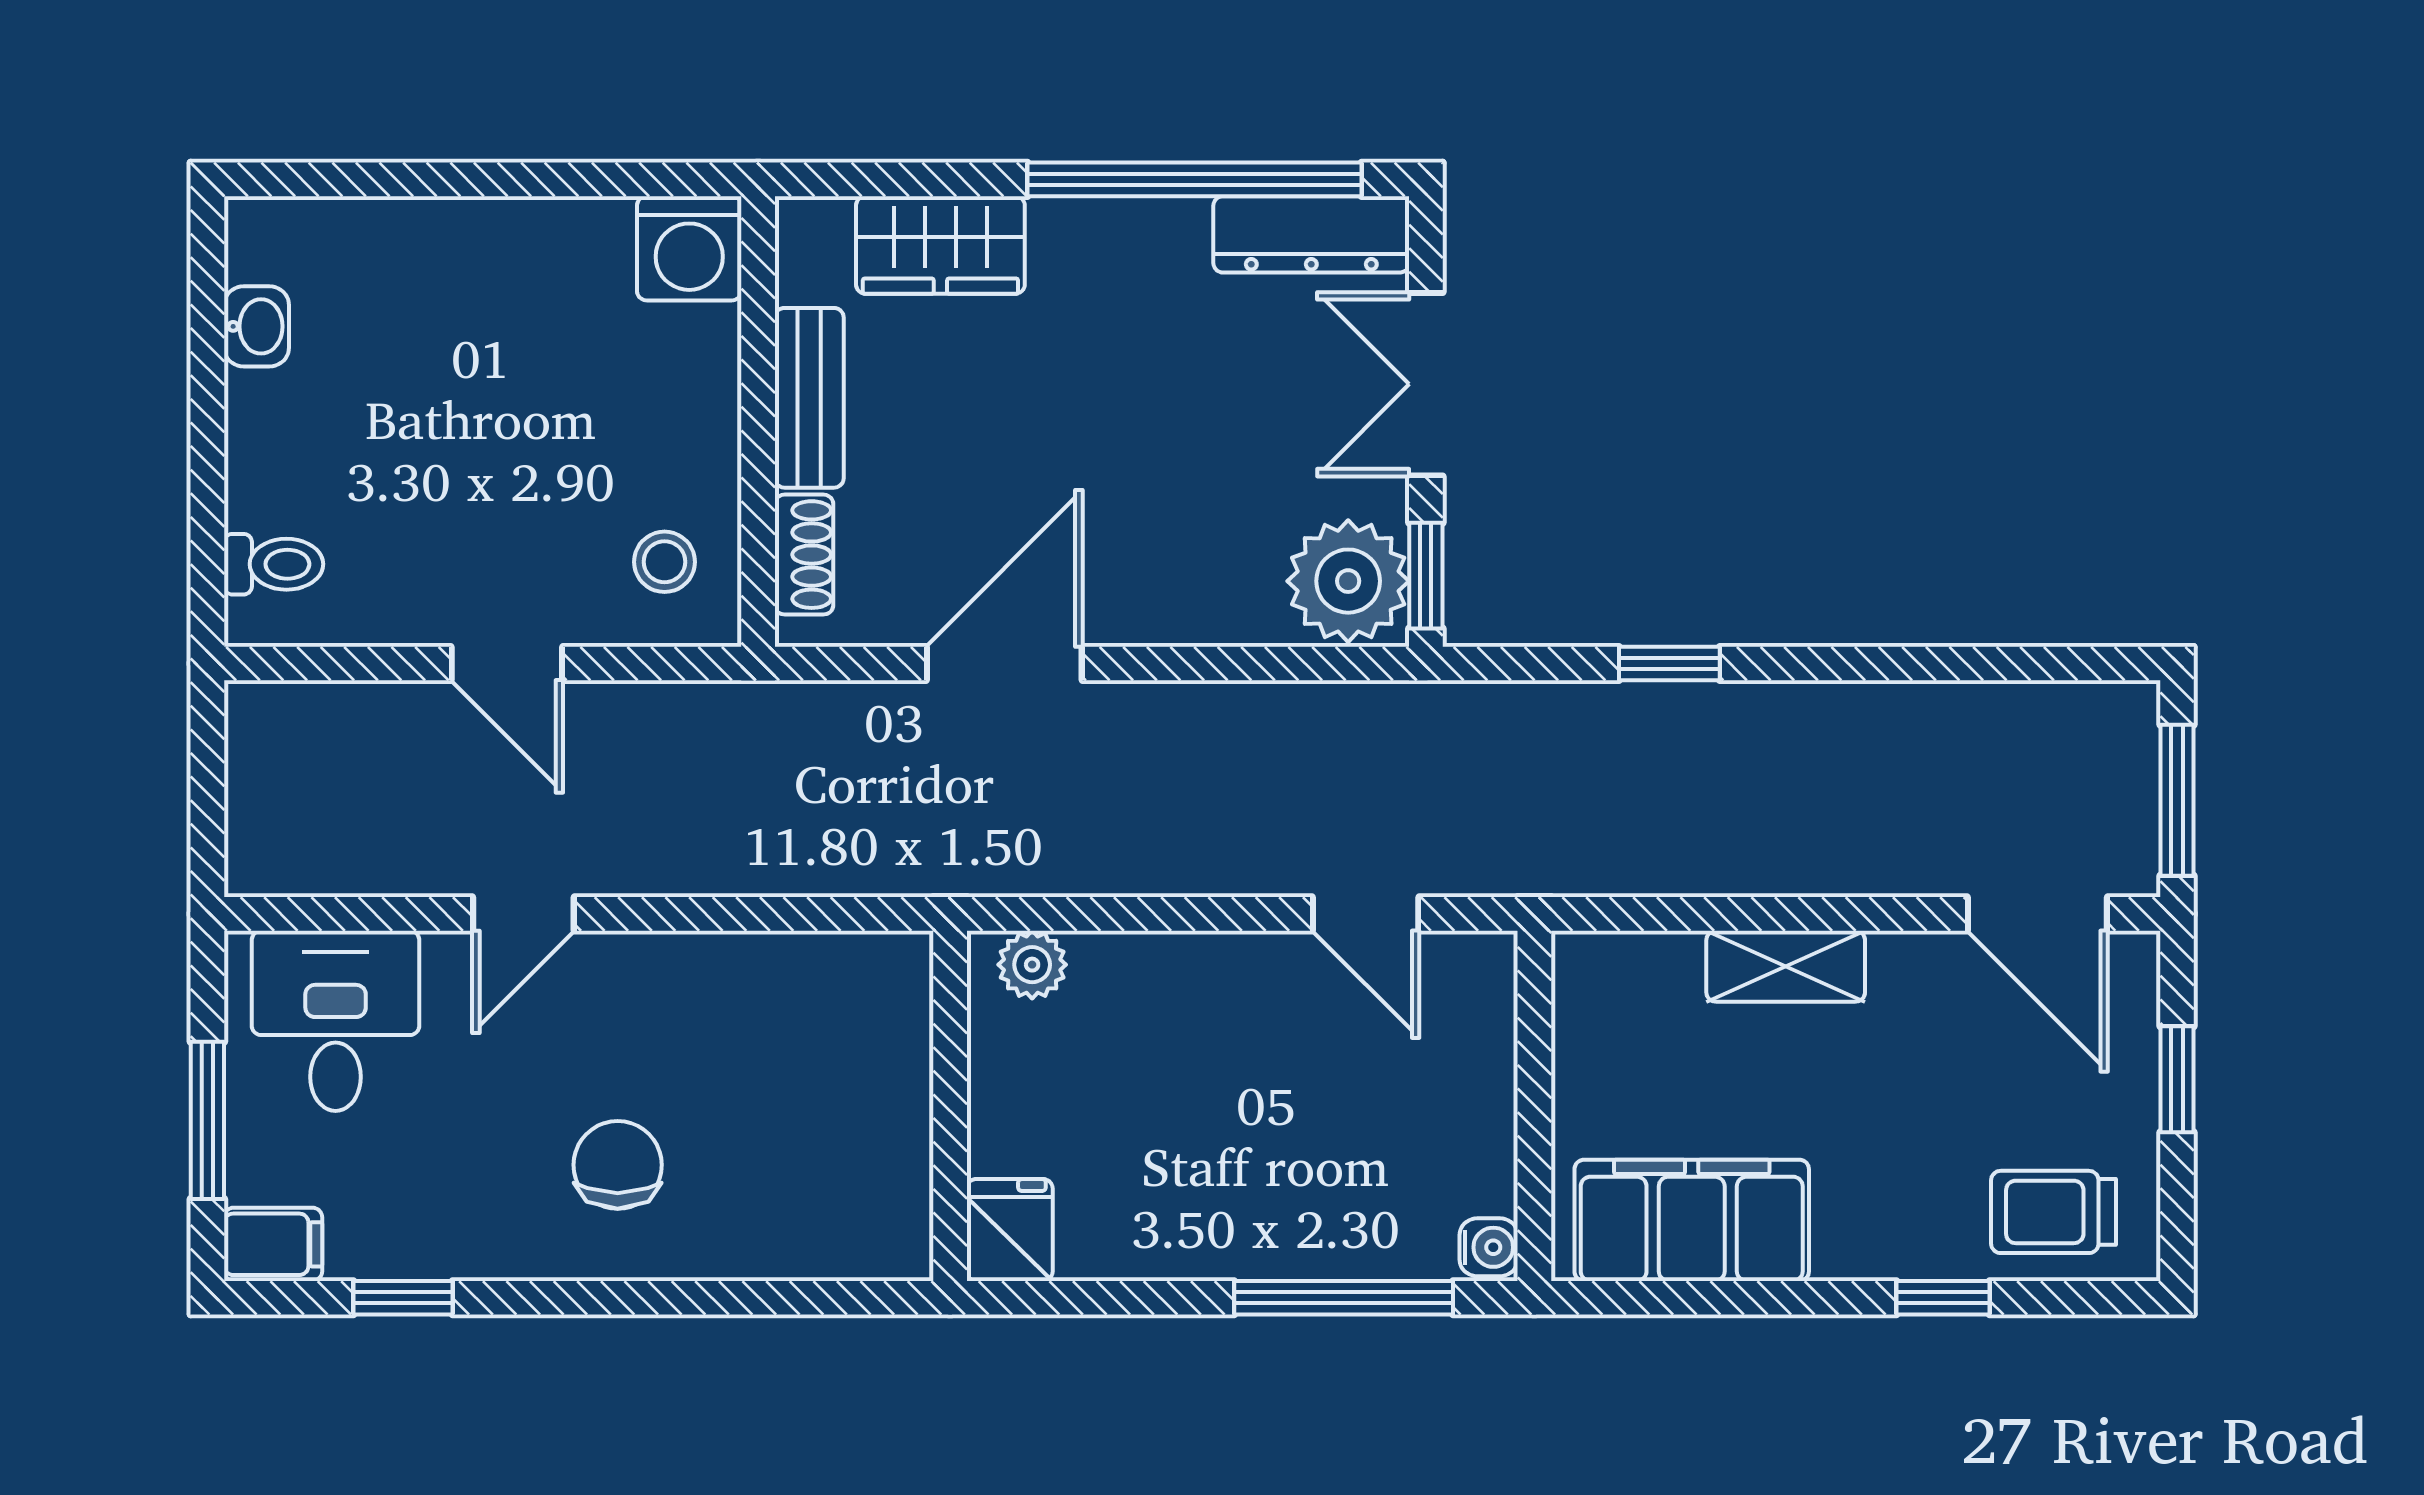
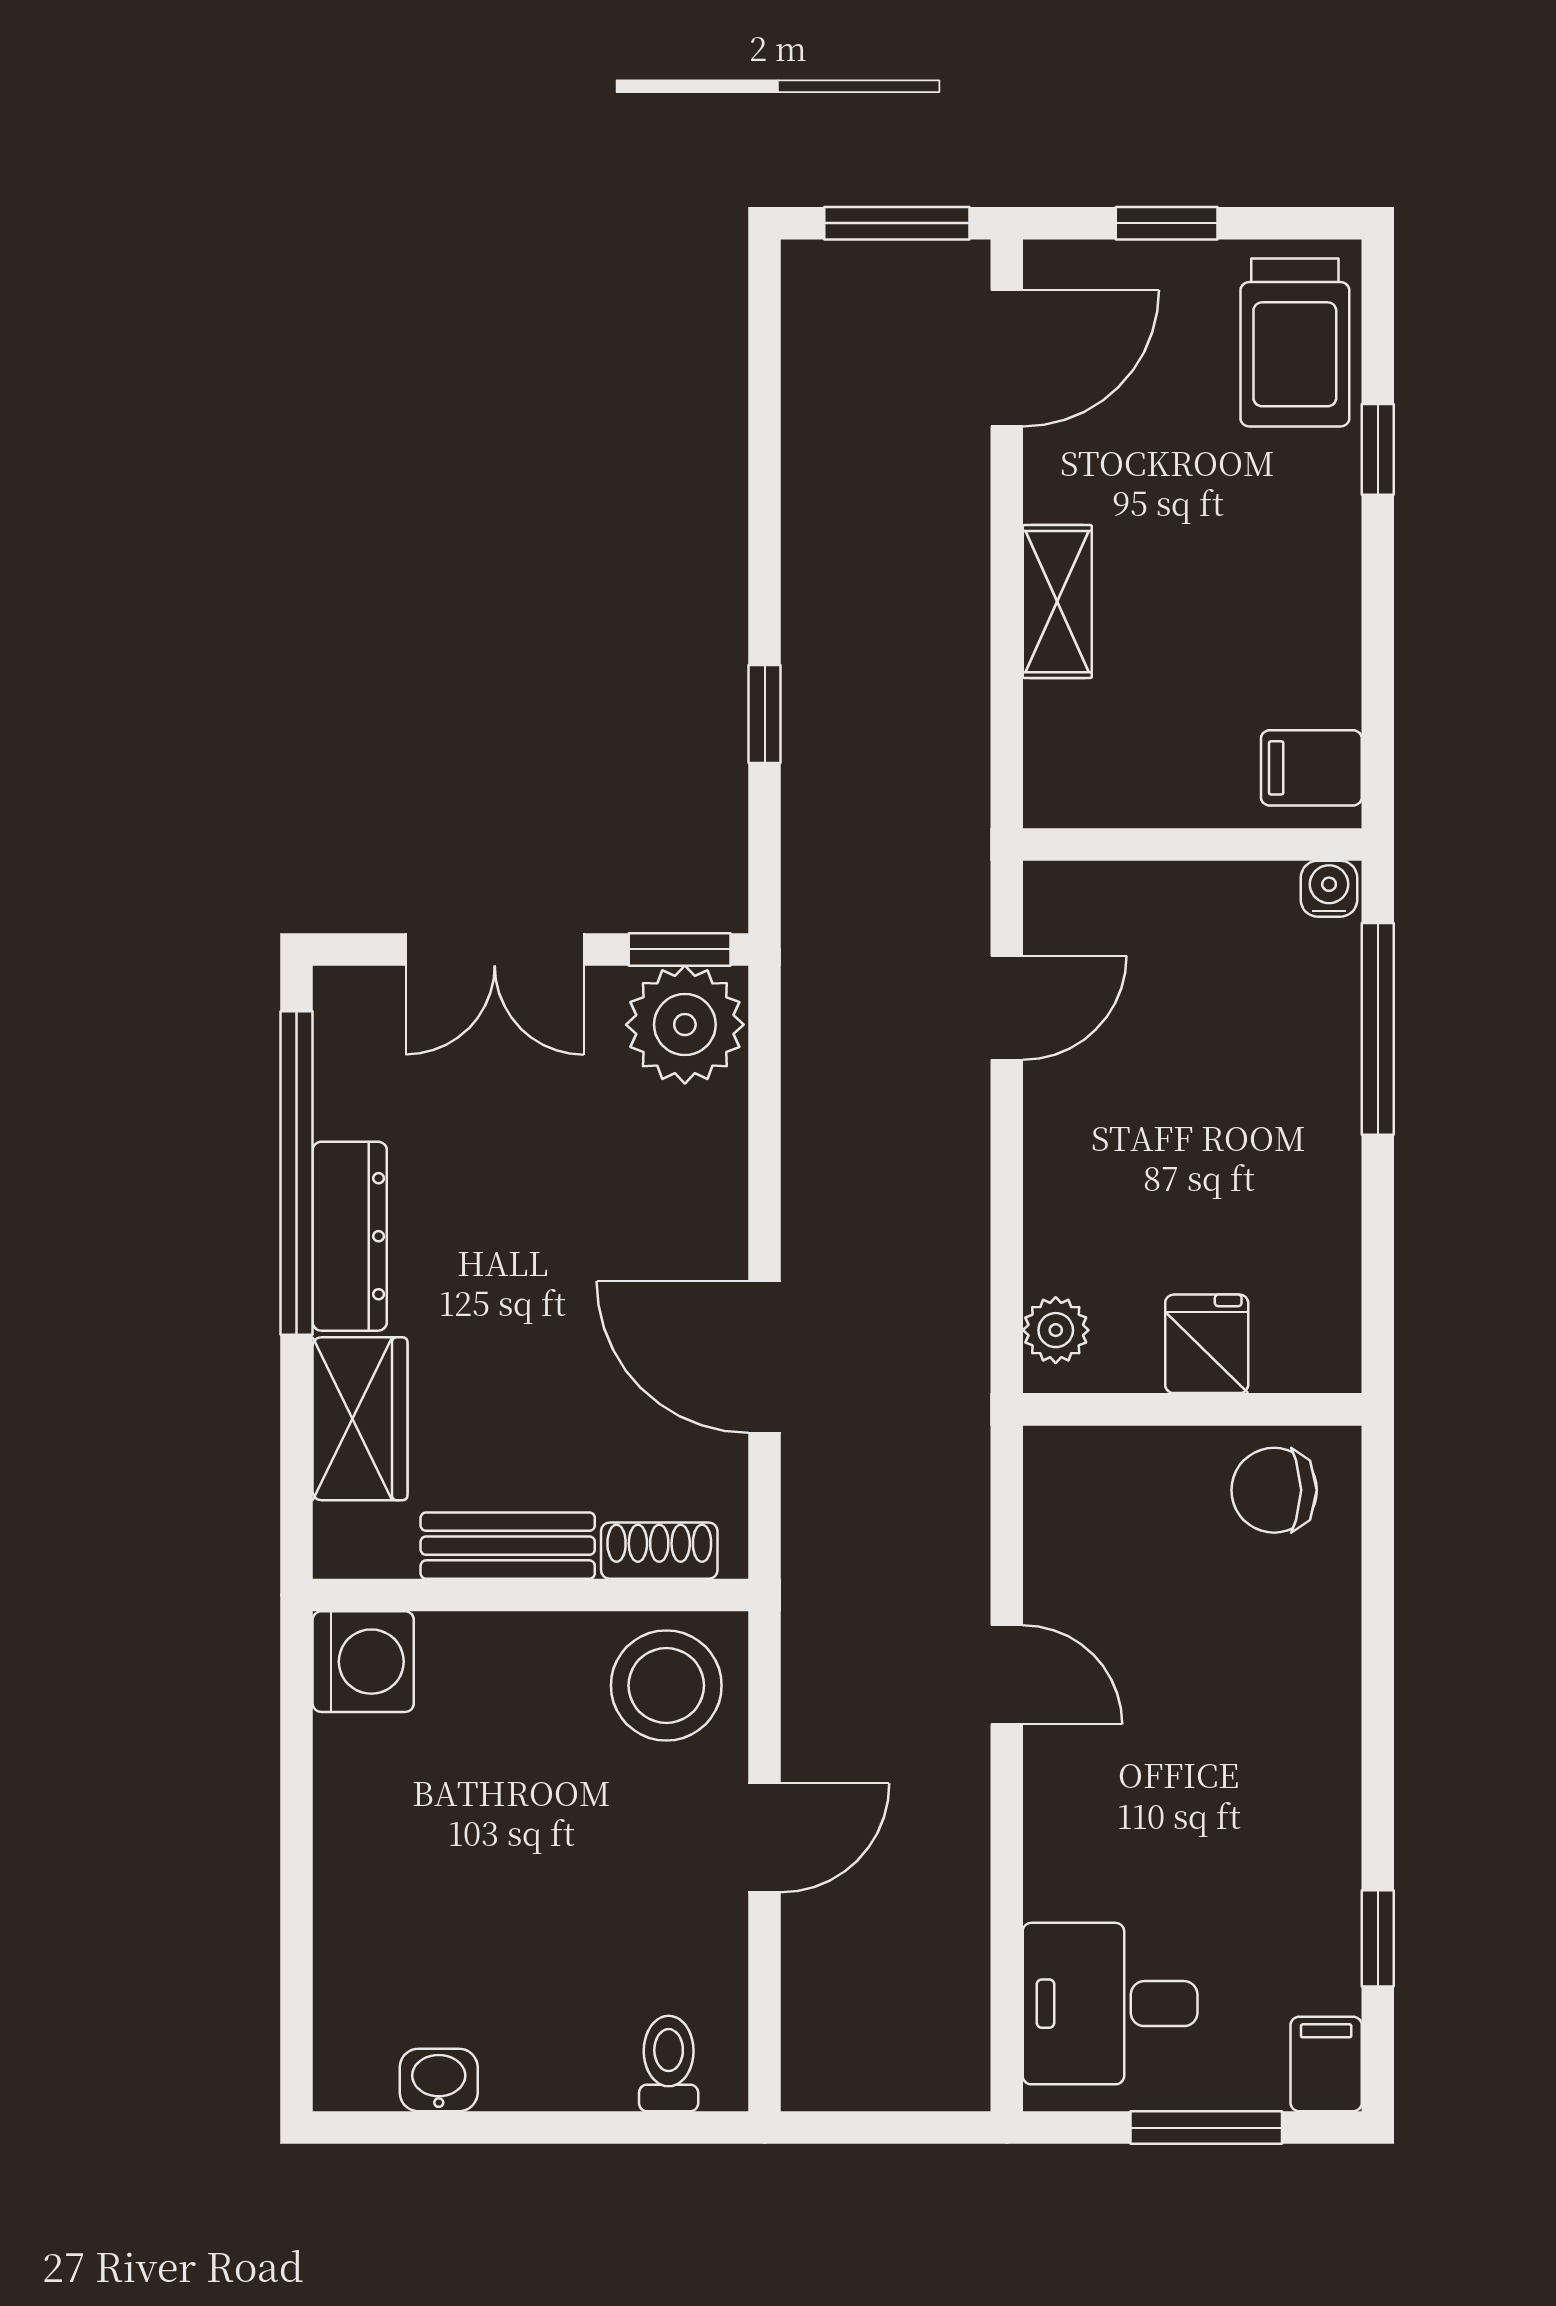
dresser: (1311, 234) -> (350, 1236), moved
stool: (665, 562) -> (666, 1686), width x1.89, depth x1.89
door: (523, 914) -> (1007, 1675), moved
chair: (618, 1165) -> (1274, 1490), moved
trolley: (2054, 1212) -> (1295, 343), width x1.36, depth x1.39
filing cabinet: (1692, 1220) -> (1311, 768), width x0.33, depth x0.86
fridge: (1010, 1230) -> (1207, 1344), moved, turned 90

